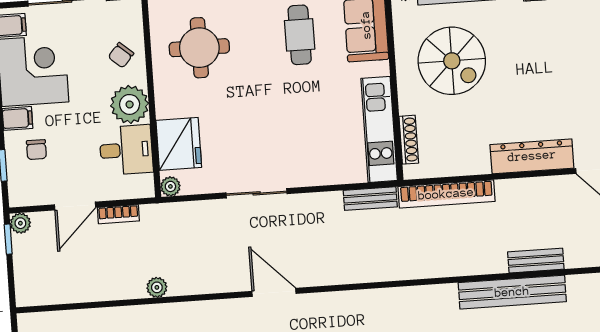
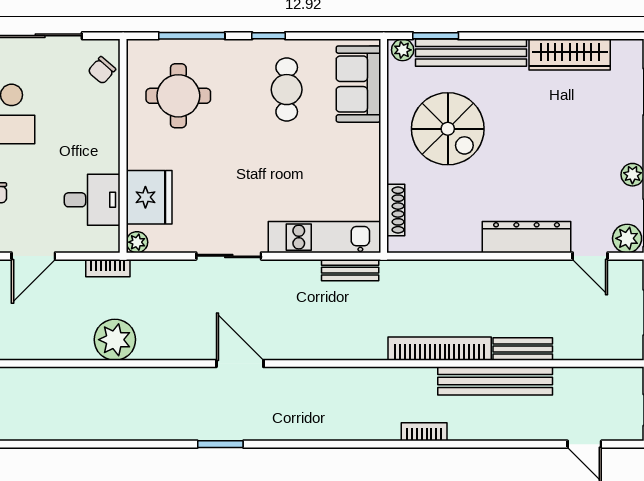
chair: (121, 55) -> (102, 70), moved
plant: (130, 104) -> (99, 151), removed
kitchen unit: (379, 129) -> (325, 237), moved, turned 90
bookcase: (446, 194) -> (440, 349), moved, turned 180
bookcase: (118, 214) -> (108, 268), moved
plant: (157, 287) -> (115, 340), width x1.88, depth x1.88

